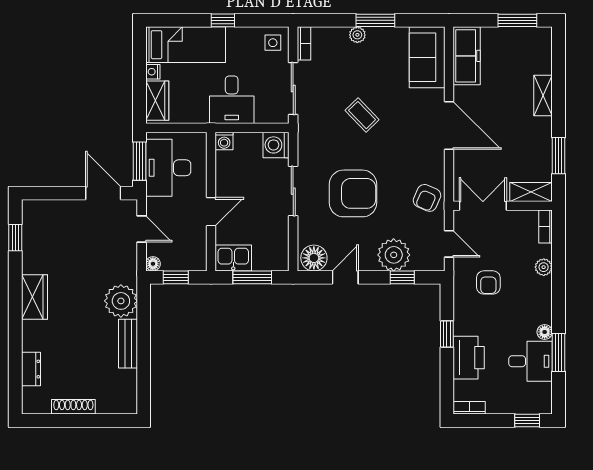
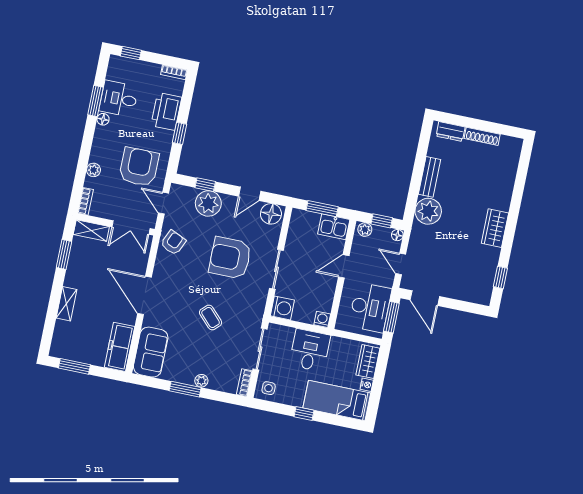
plant: (194, 262) -> (365, 230), added
armchair: (488, 282) -> (139, 167), width x1.88, depth x1.88
dresser: (31, 369) -> (451, 132), moved, turned -90

